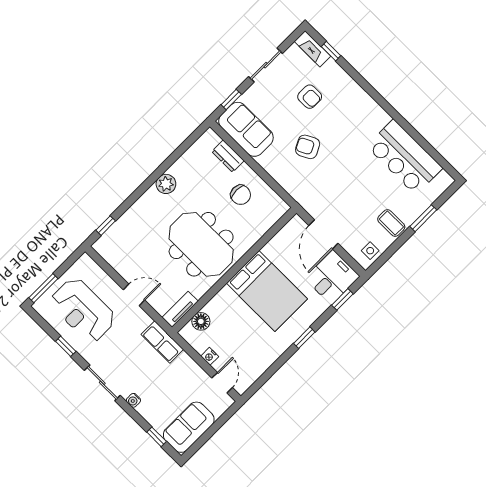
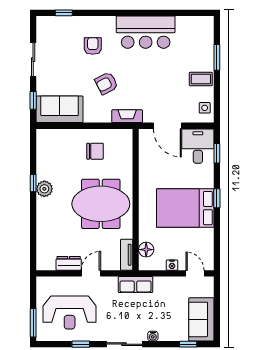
fireplace: (313, 49) -> (127, 116), moved, turned 180
armchair: (310, 97) -> (93, 46), moved, turned -90
dresser: (228, 156) -> (69, 263), moved, turned 180
bar counter: (405, 157) -> (146, 32), moved
window: (106, 226) -> (33, 183), moved
bed: (267, 291) -> (185, 208), moved, turned 180

